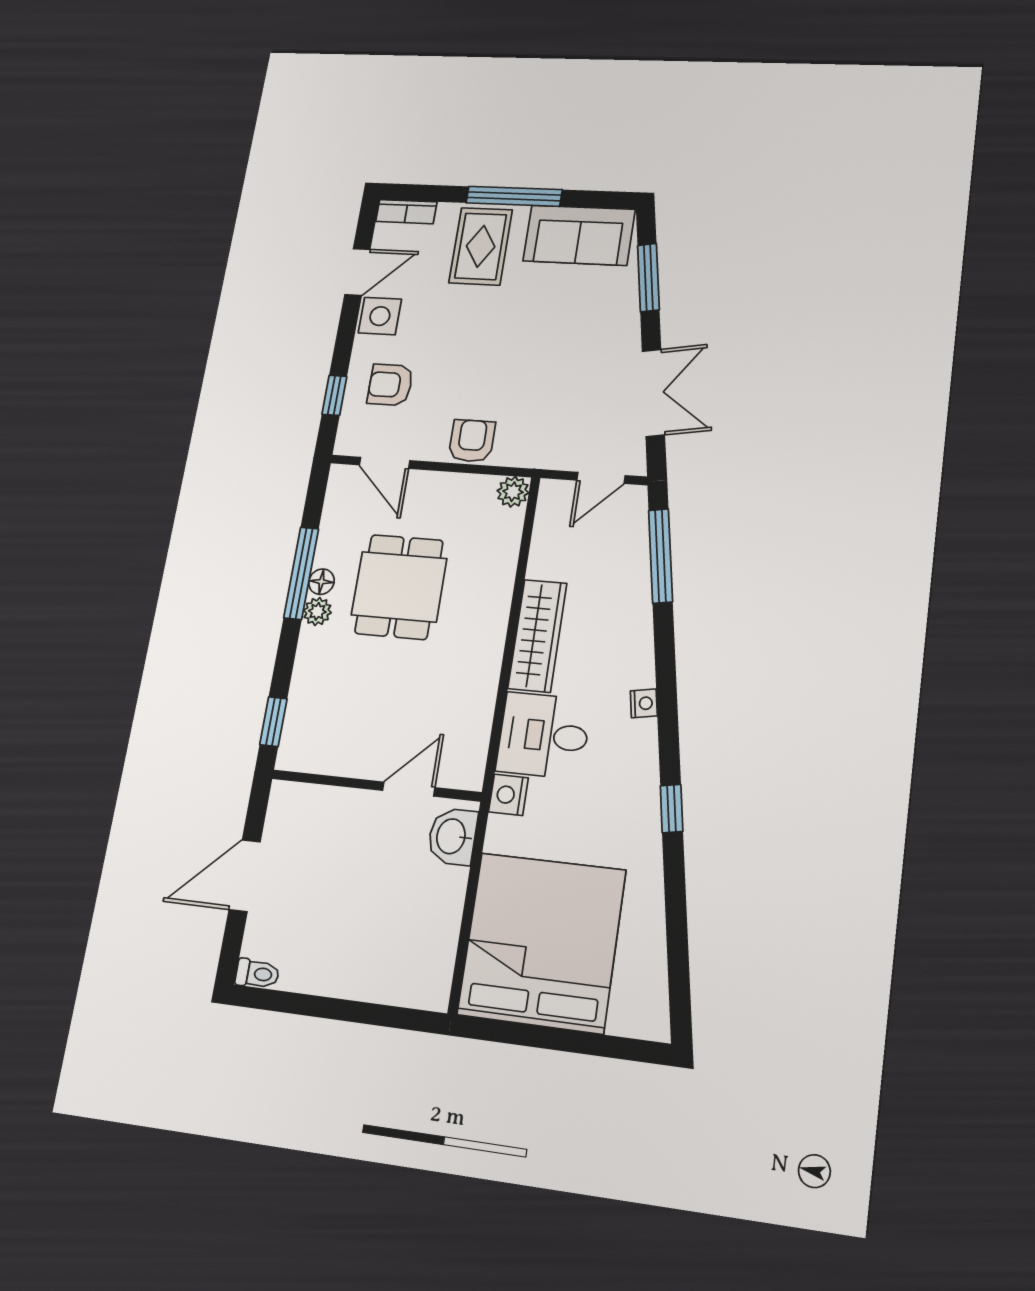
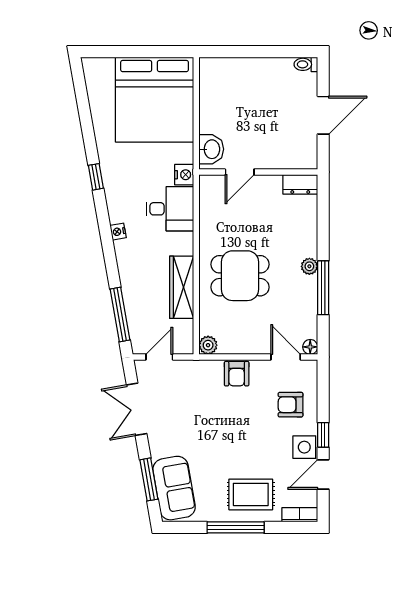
sofa: (579, 235) -> (174, 488), moved, turned 80
rug: (481, 246) -> (251, 494), turned 90
armchair: (390, 385) -> (291, 405), turned 180
window: (334, 395) -> (323, 435), moved
floor lamp: (321, 582) -> (310, 347), moved
dining table: (399, 587) -> (240, 276), moved, turned 90
wardrobe: (537, 636) -> (182, 287), moved
window: (273, 722) -> (323, 201), removed
dresser: (307, 755) -> (300, 184), added

